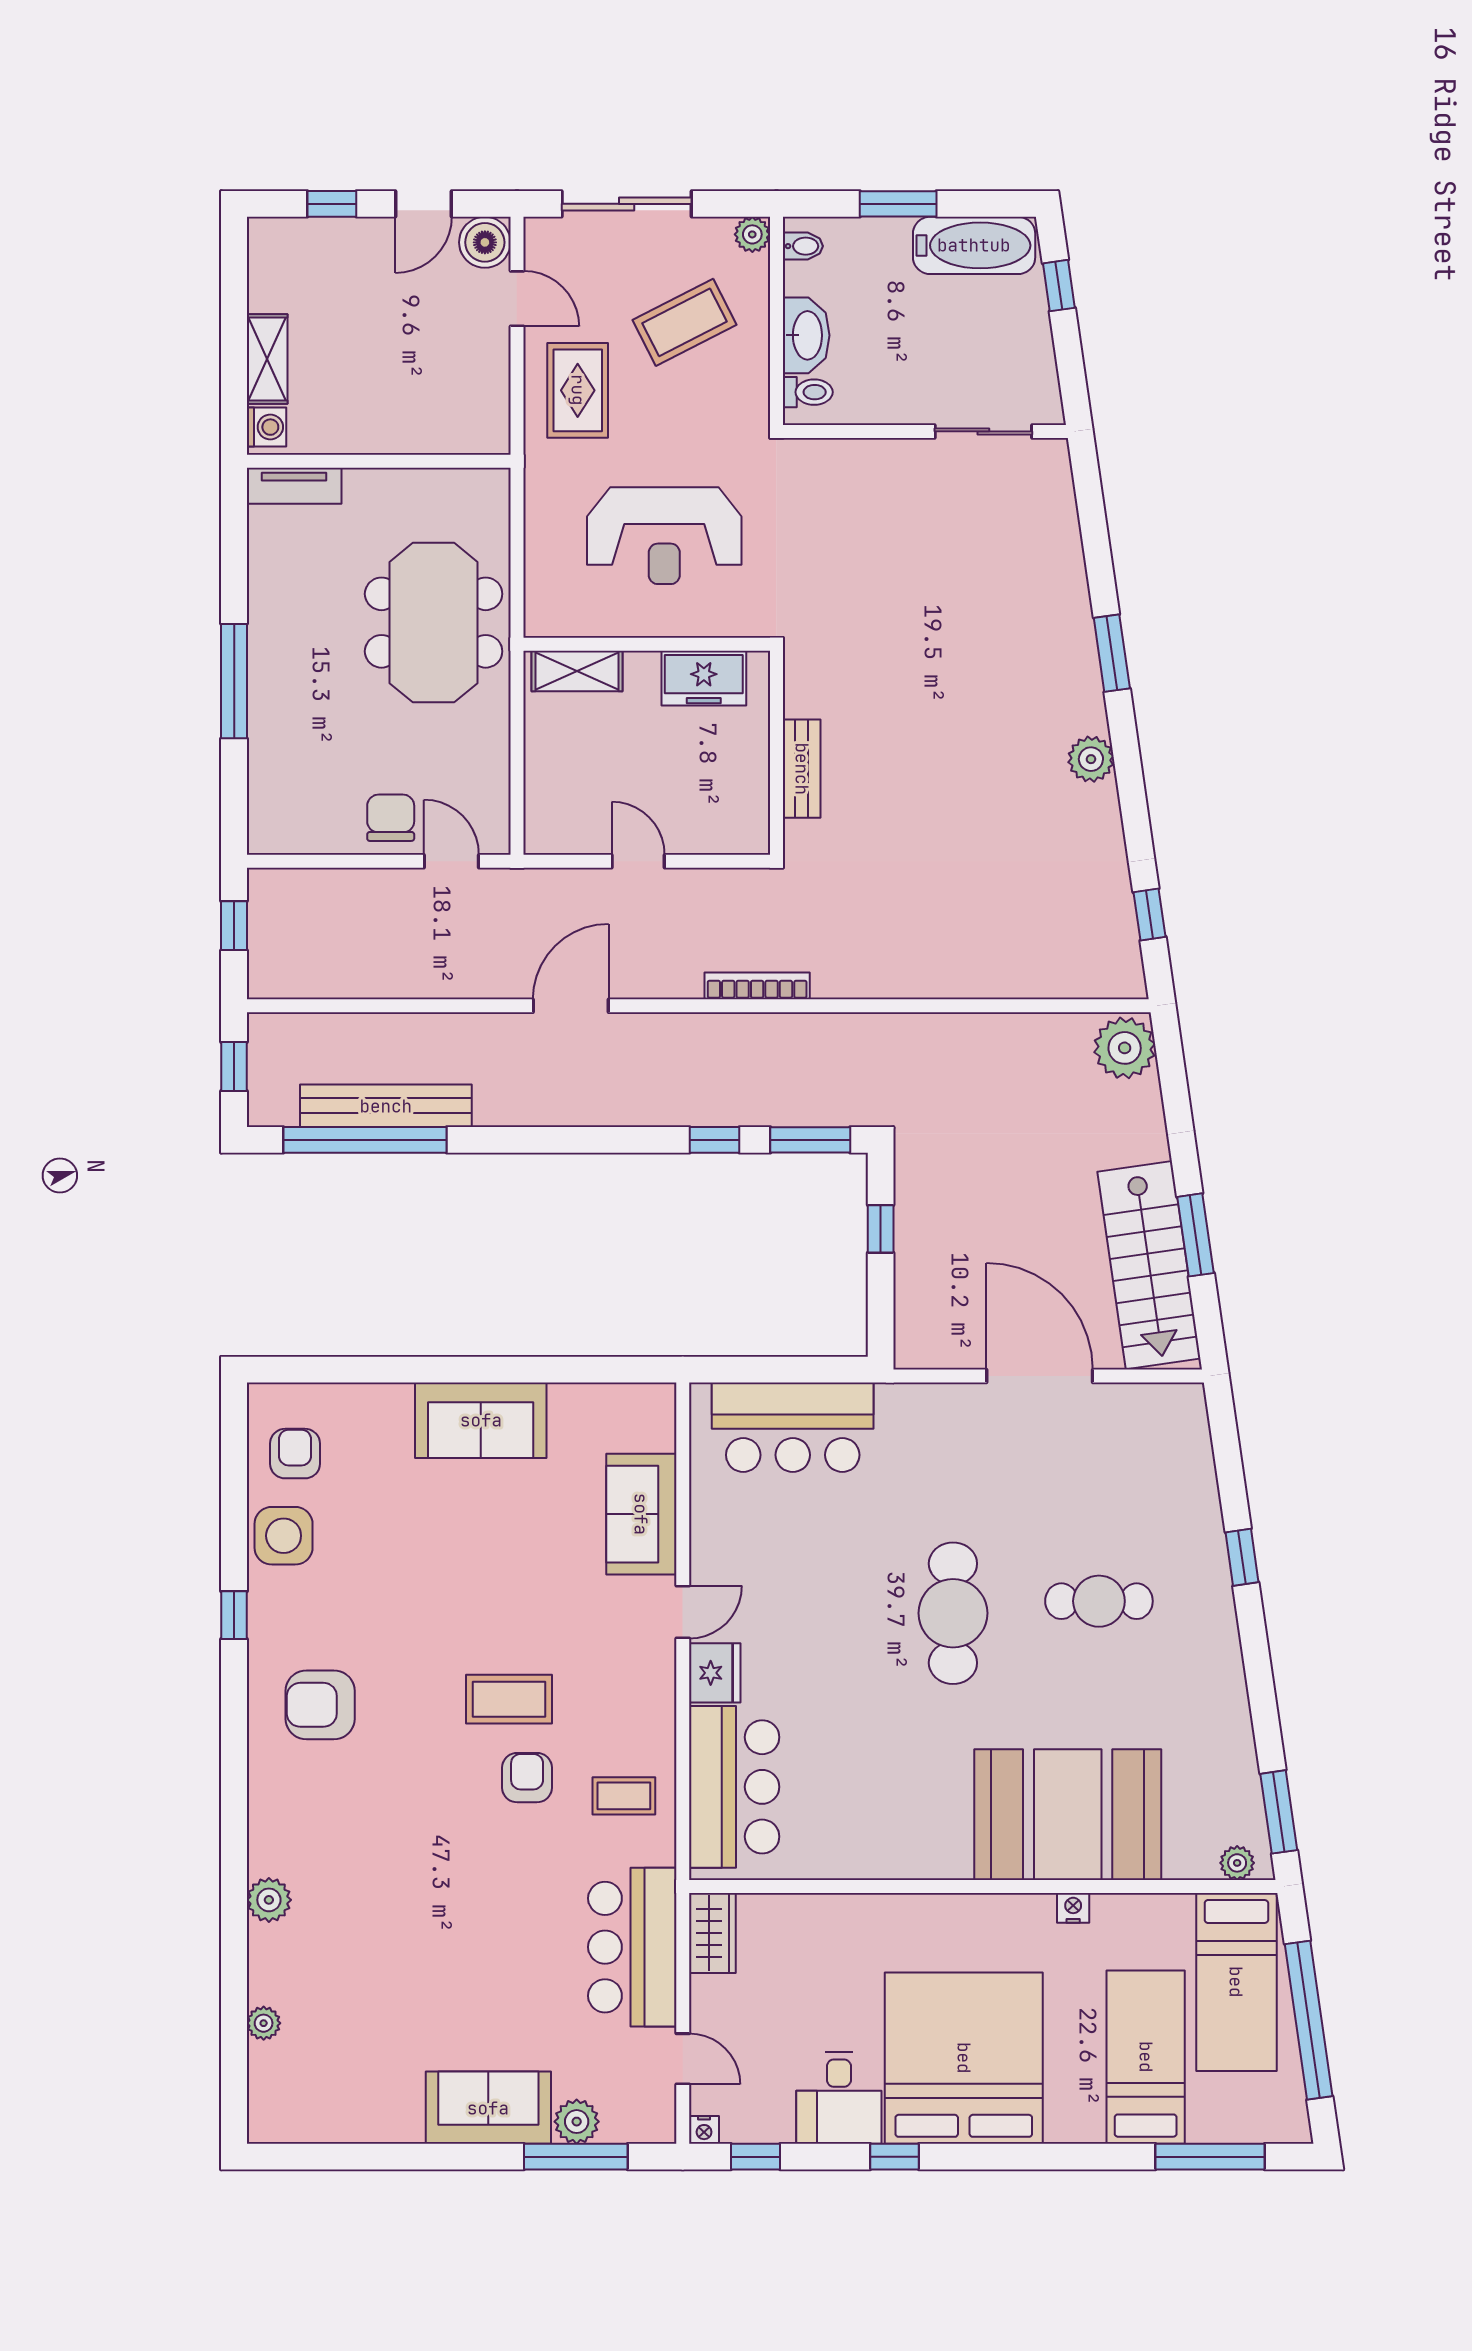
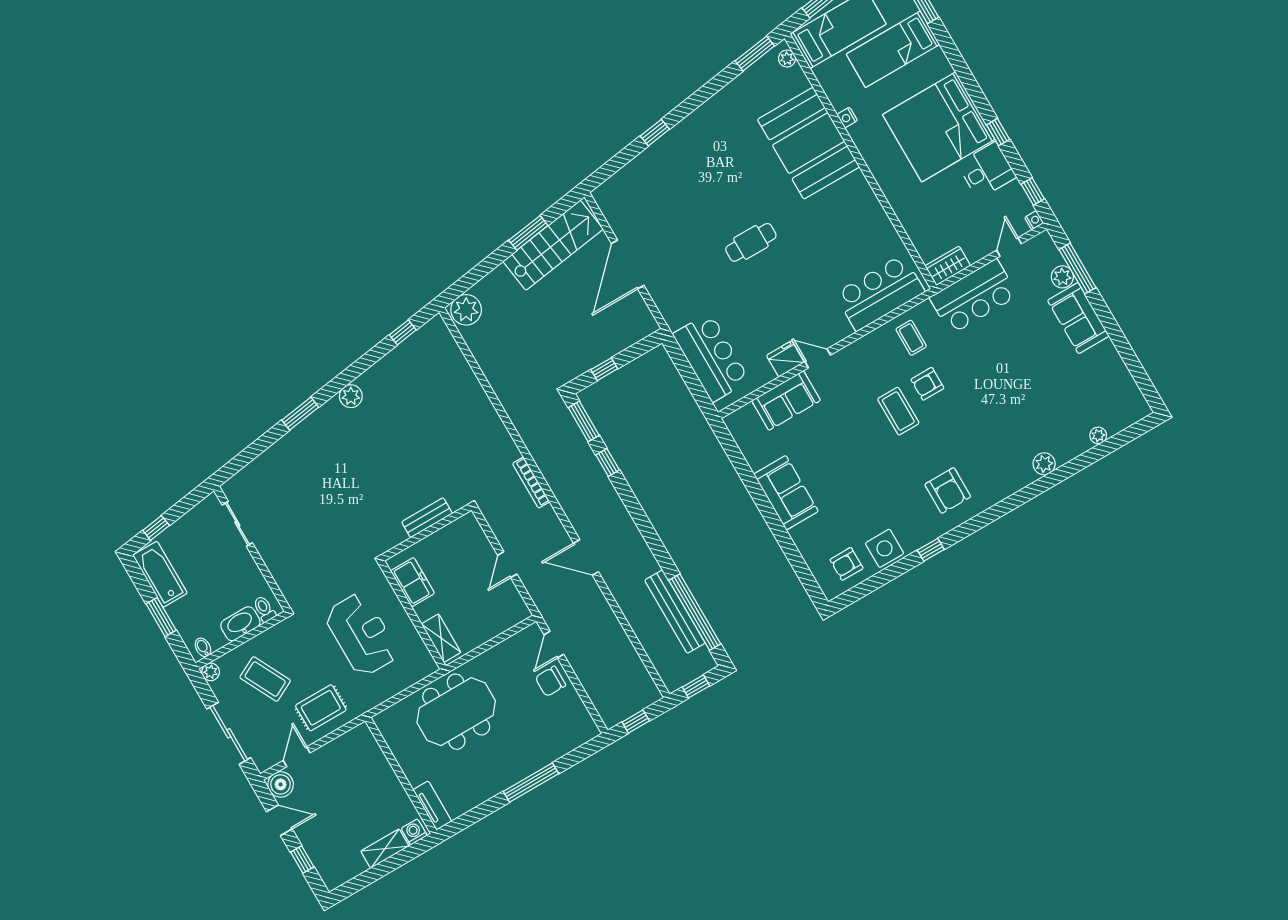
cafe table: (1099, 1601) -> (709, 183), removed
cafe table: (953, 1613) -> (751, 242), width x0.73, depth x0.74
fridge: (715, 1673) -> (785, 359), moved

